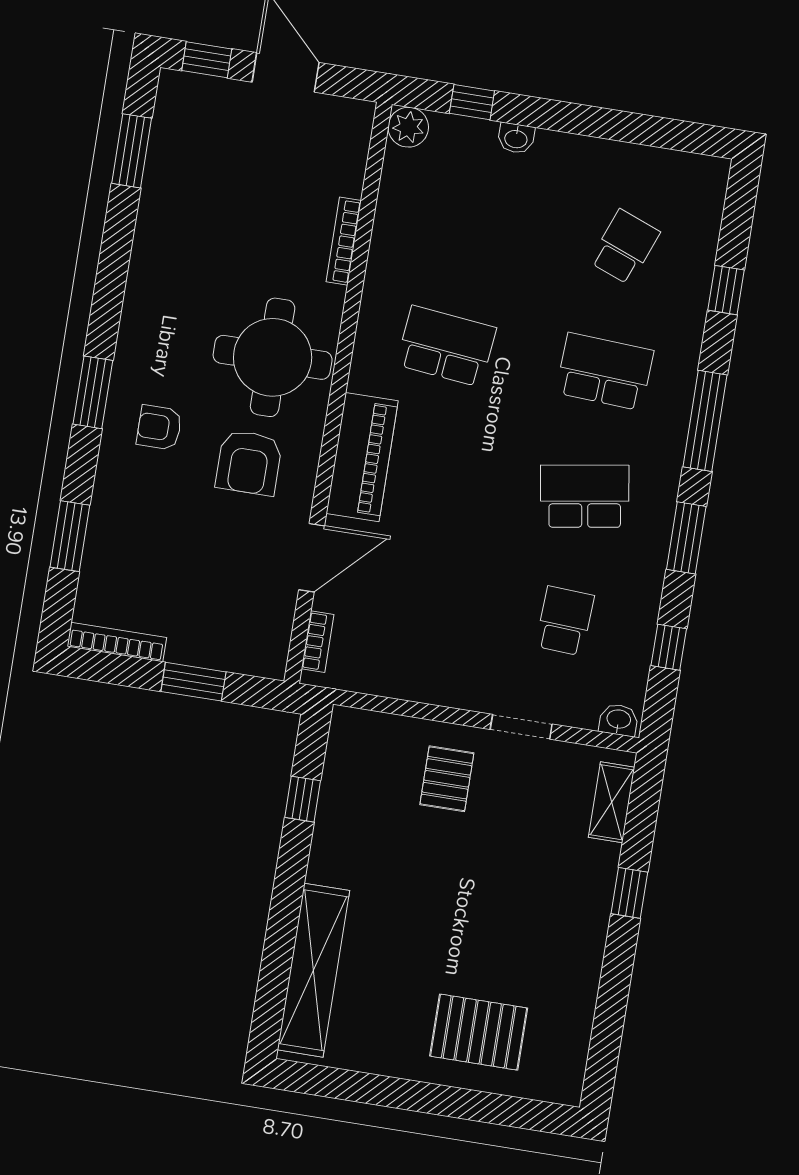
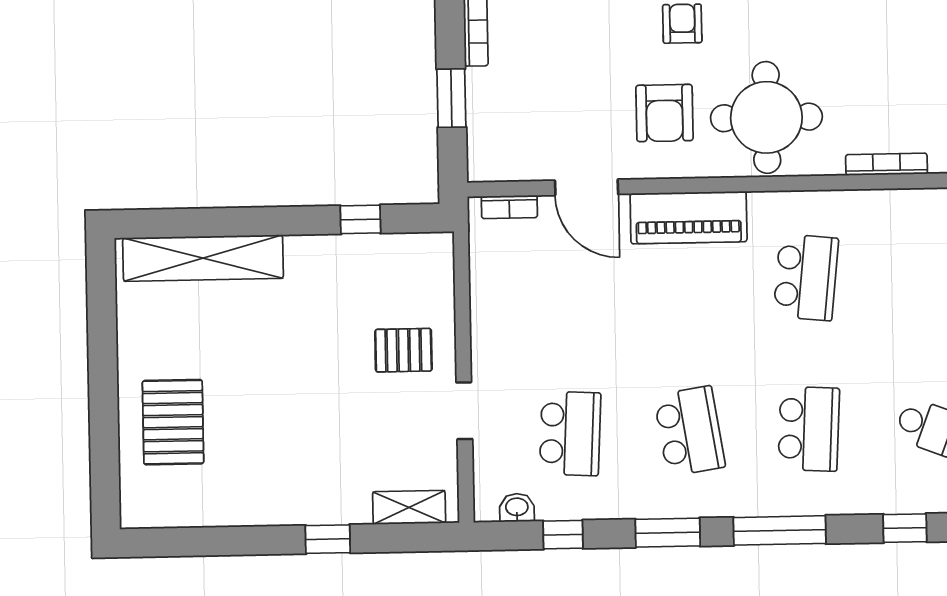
armchair: (249, 463) -> (664, 113), turned -90
school desk: (565, 621) -> (570, 433), width x1.85
washbasin: (619, 720) -> (517, 508), moved, turned -90

